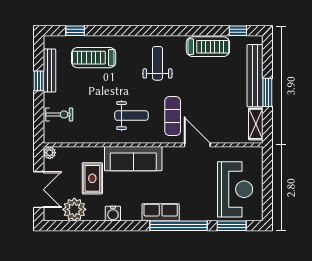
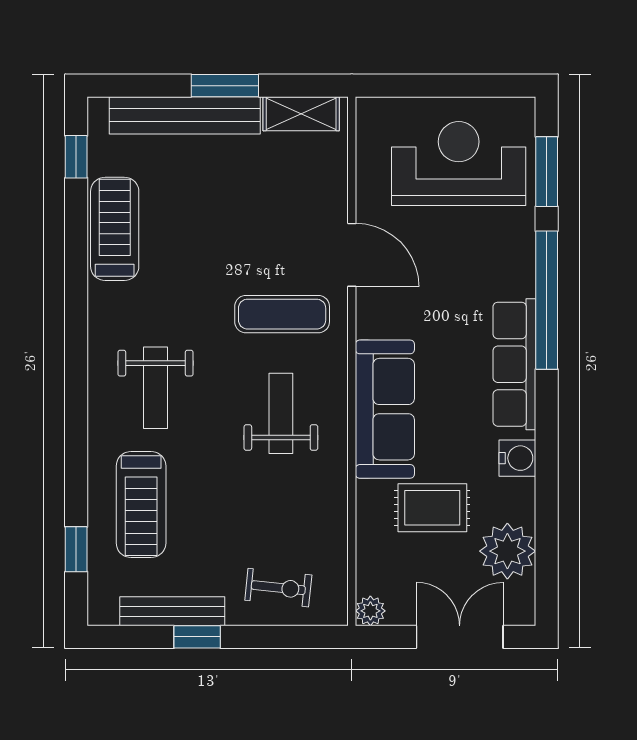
weight bench: (157, 63) -> (156, 388), moved, turned -90
exercise bike: (59, 114) -> (278, 588), turned 96
door: (197, 145) -> (352, 255), swing flipped
row of seats: (161, 212) -> (514, 364), width x1.48

